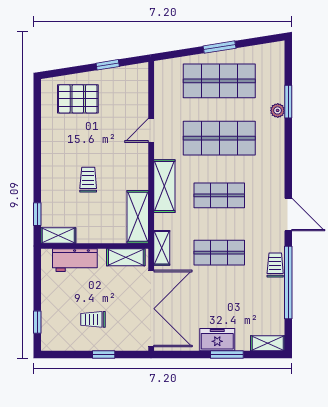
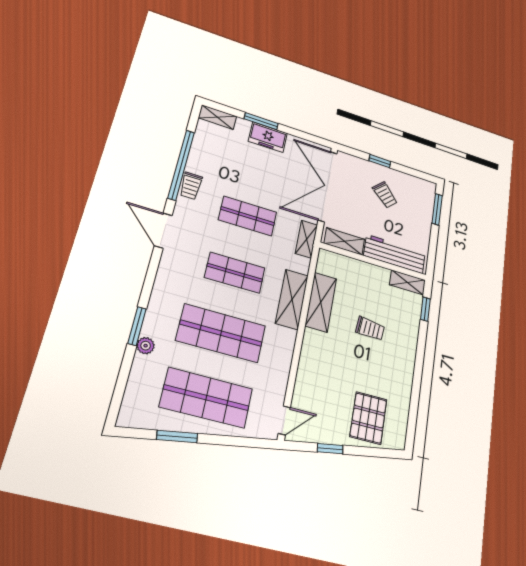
window: (220, 47) -> (177, 436), moved
pallet: (78, 99) -> (368, 418), turned 90
window: (288, 102) -> (137, 326), moved
door: (151, 130) -> (284, 420), moved
trolley: (88, 180) -> (370, 329), turned -85
shelving: (138, 217) -> (321, 302), moved
workbench: (75, 260) -> (395, 254), width x1.38
trolley: (93, 319) -> (385, 195), turned 46
window: (37, 322) -> (437, 209), width x1.50

